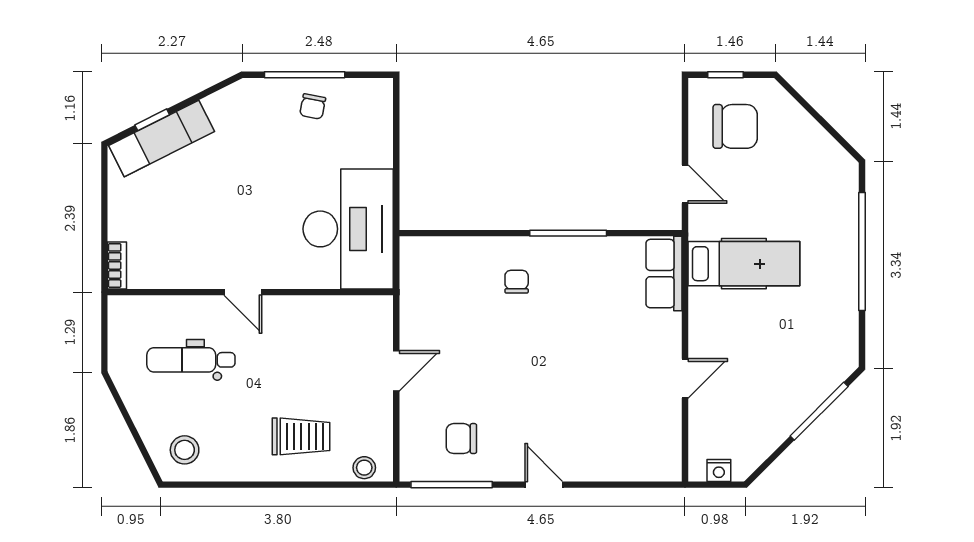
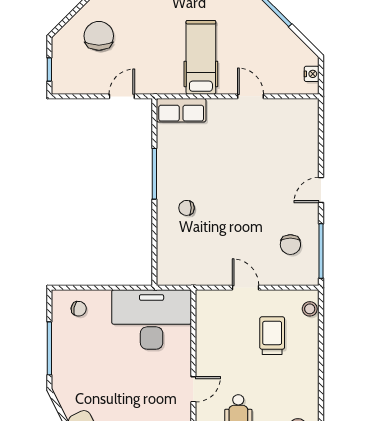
chair: (313, 106) -> (79, 309), moved
chair: (735, 126) -> (99, 36), moved
hospital bed: (744, 264) -> (201, 57), moved
trolley: (301, 436) -> (272, 336), moved

